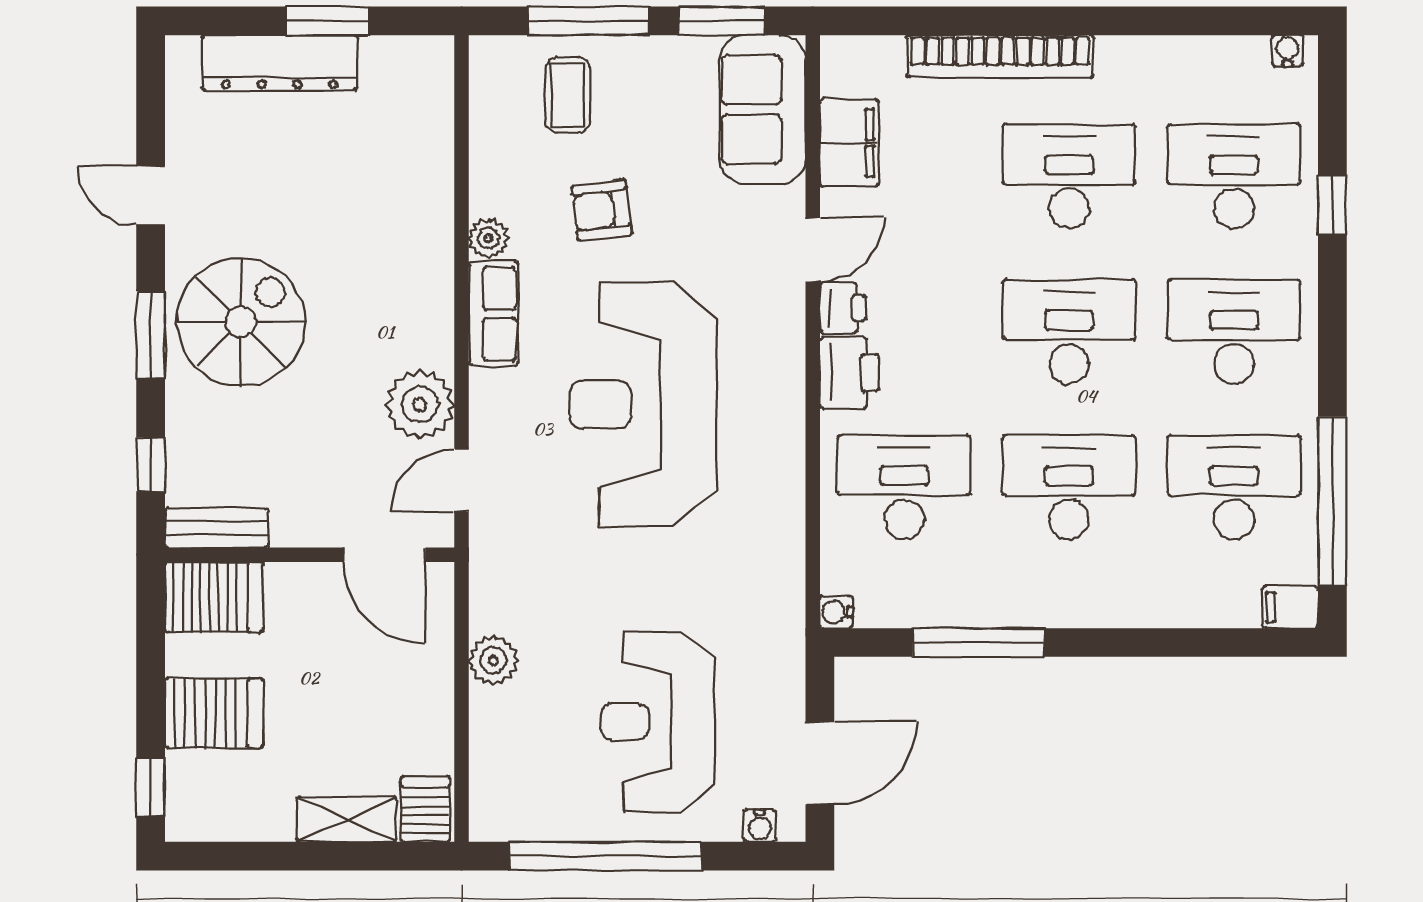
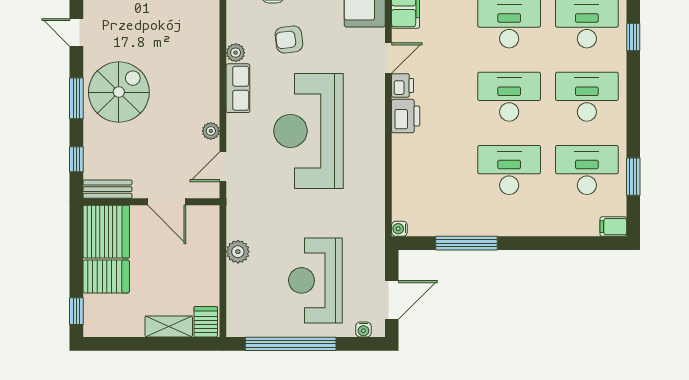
plant: (420, 404) -> (211, 131), width x0.53, depth x0.53
desk: (904, 487) -> (431, 170), removed
window: (1332, 501) -> (633, 177), width x0.47
door: (385, 555) -> (167, 202), moved
server rack: (214, 597) -> (106, 232), width x1.60

